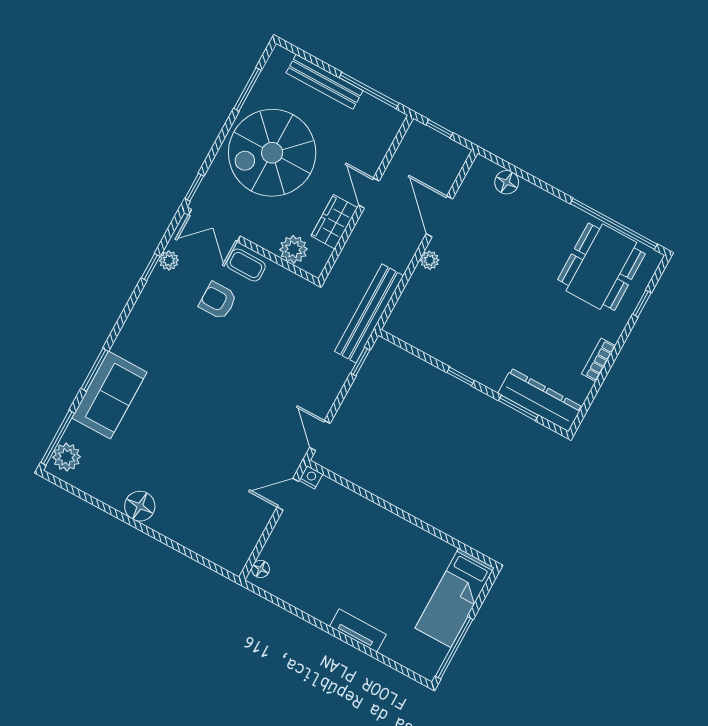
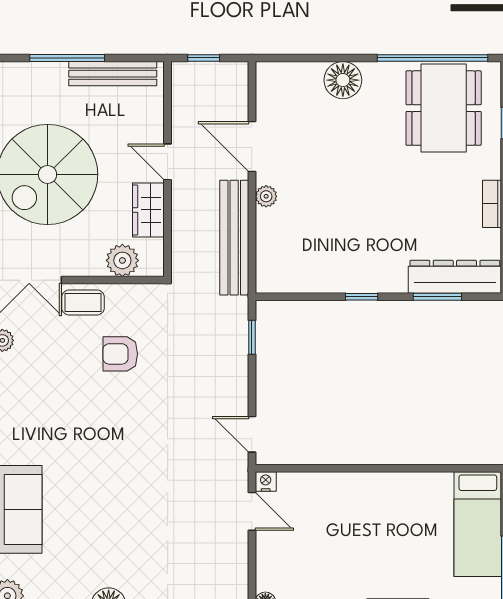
bench: (325, 82) -> (113, 74), moved
window: (369, 90) -> (67, 58), moved
floor lamp: (507, 182) -> (343, 80), moved, width x1.38, depth x1.38
armchair: (218, 301) -> (120, 354), moved
bench: (369, 313) -> (234, 238), moved
door: (288, 494) -> (252, 511), swing flipped

